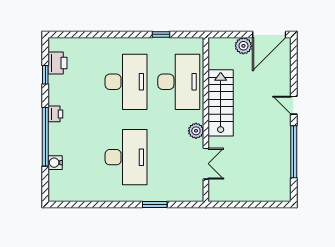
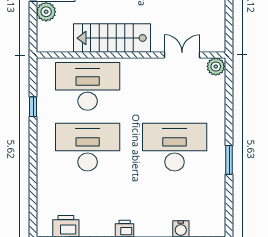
plant: (196, 131) -> (216, 66), moved
window: (155, 204) -> (229, 160), moved

